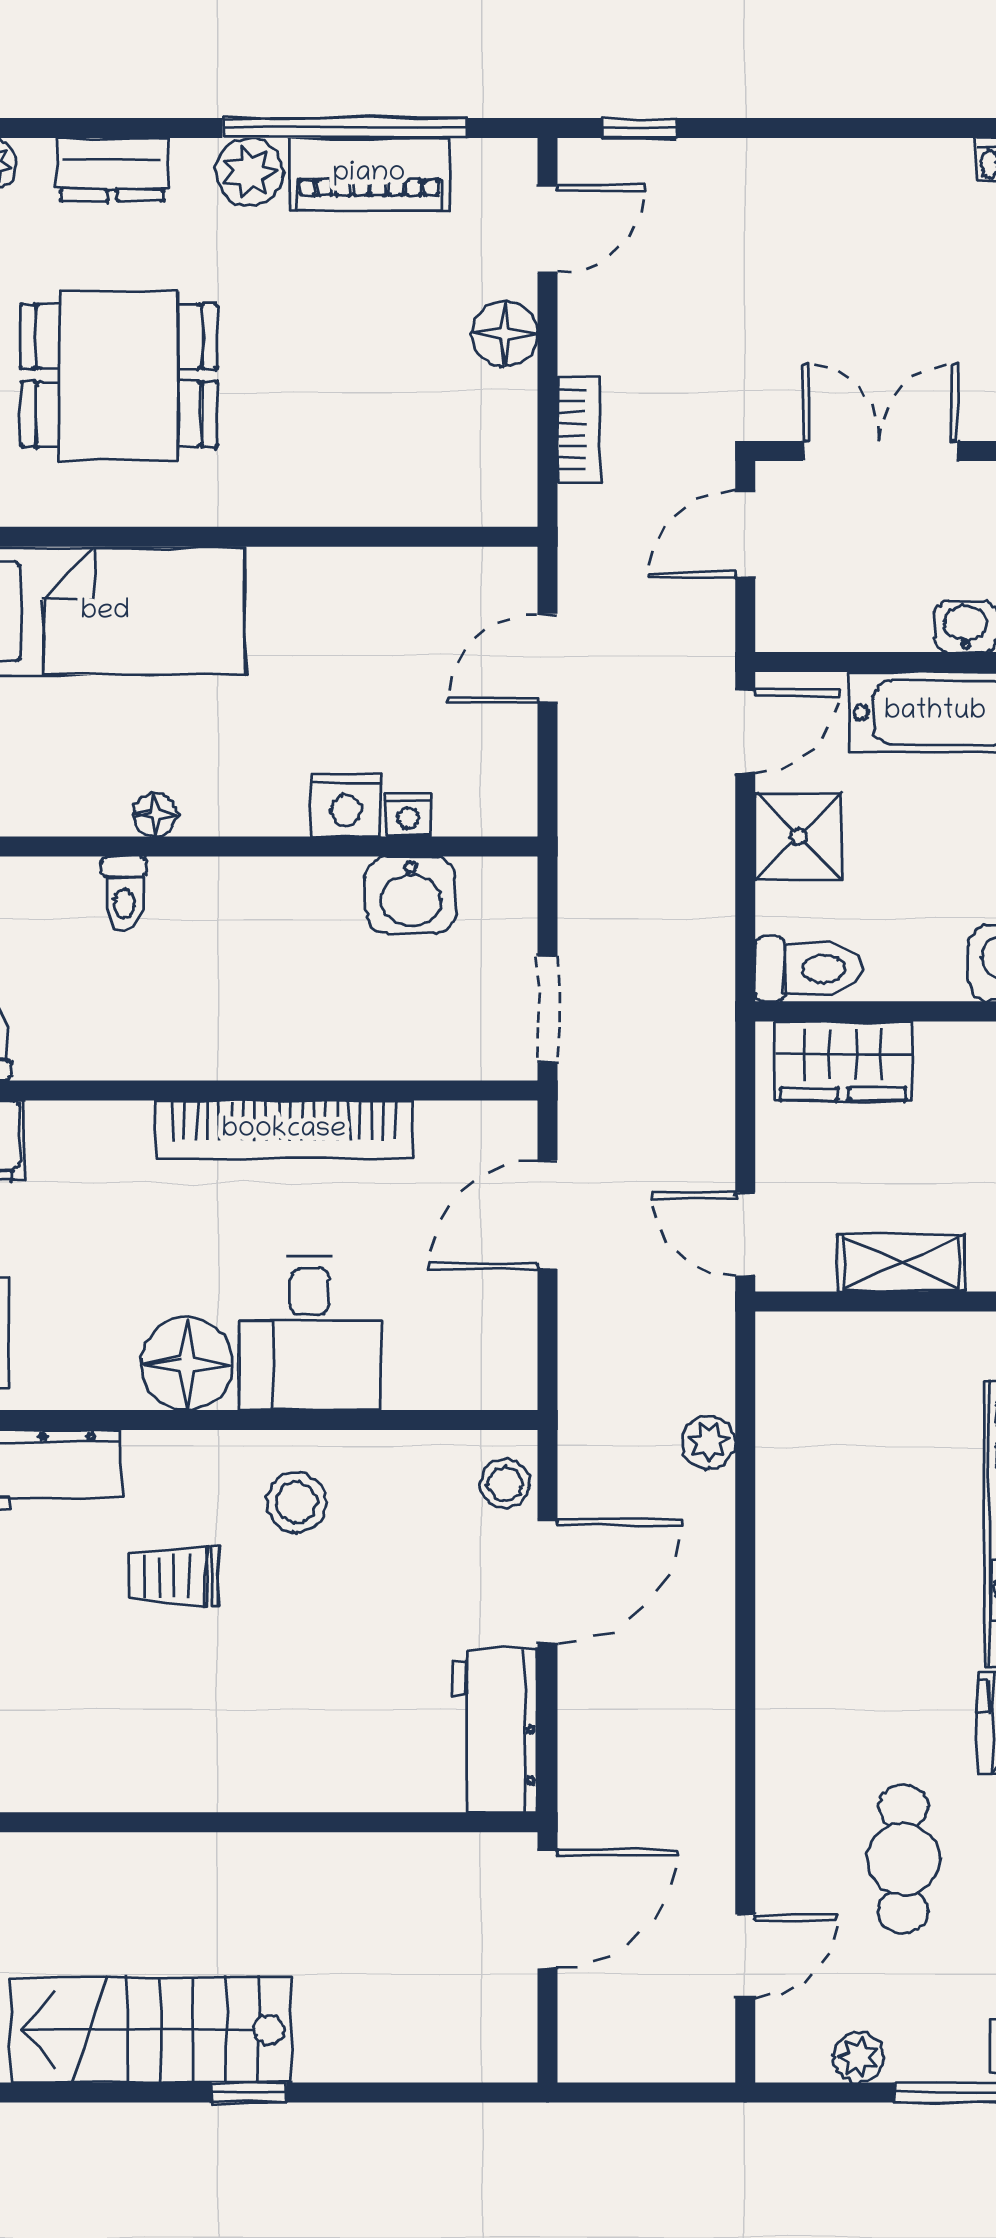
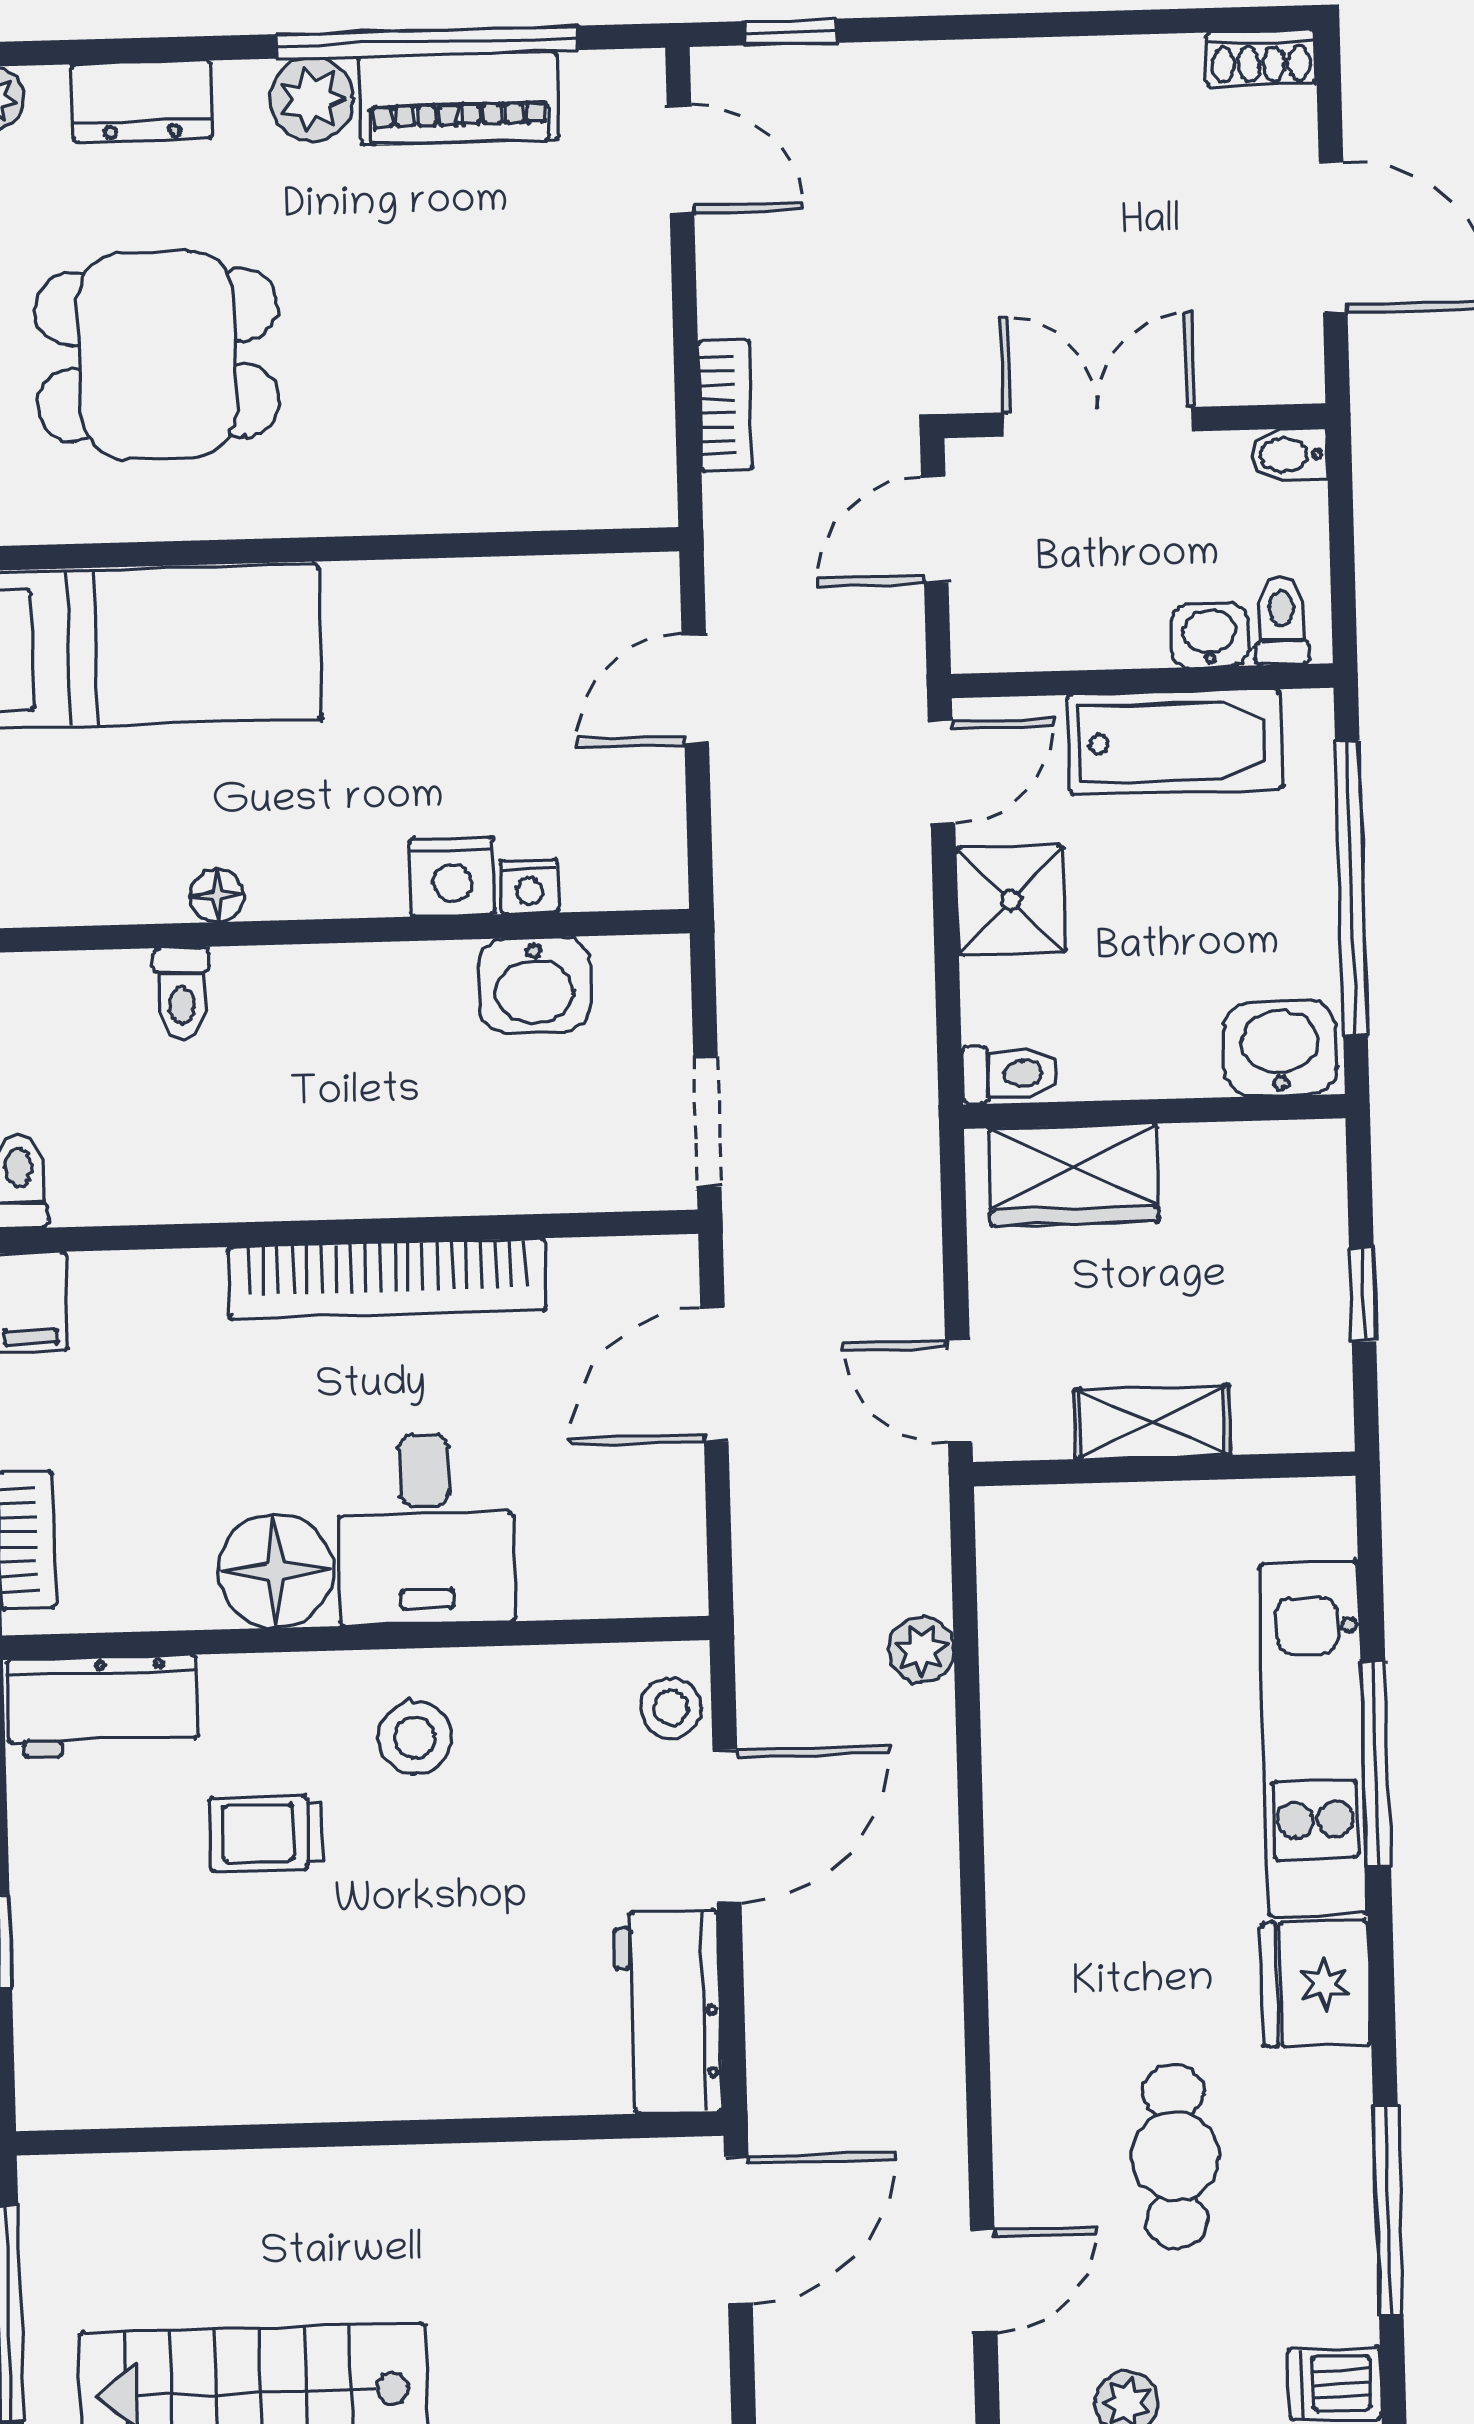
door: (547, 229) -> (680, 160), hinge flipped
floor lamp: (505, 334) -> (632, 291), removed
toilet: (809, 969) -> (1010, 1074), width x0.73, depth x0.72

